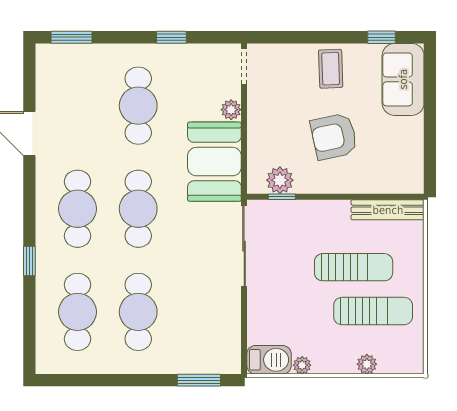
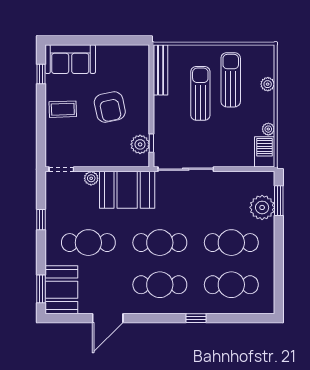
booth: (70, 67) -> (61, 290), added
plant: (189, 356) -> (262, 207), added

